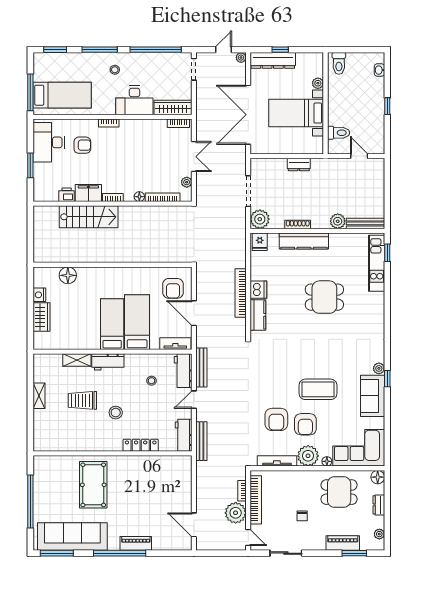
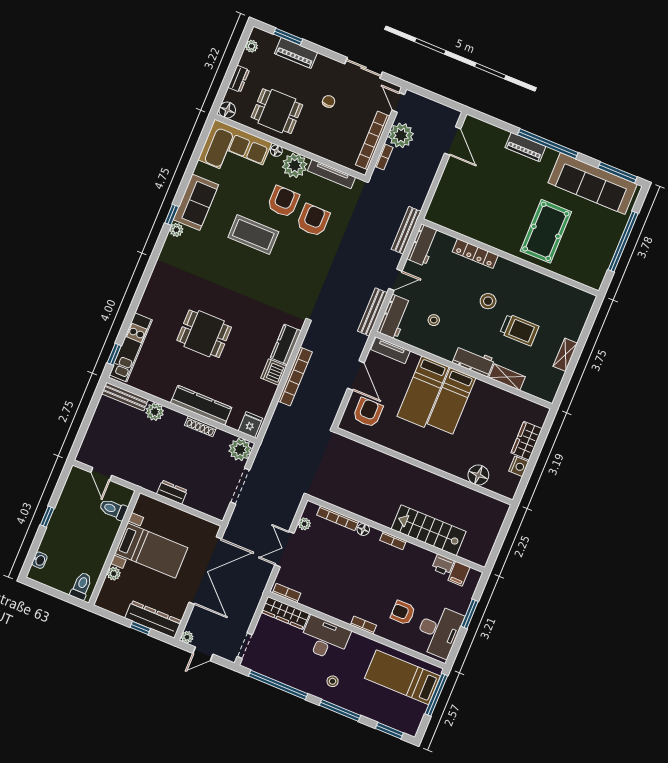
filing cabinet: (88, 193) -> (459, 574), moved, width x0.50

